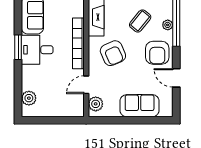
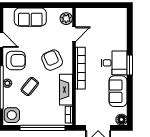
armchair: (157, 53) -> (16, 60), turned 90
plant: (29, 98) -> (121, 23), removed

